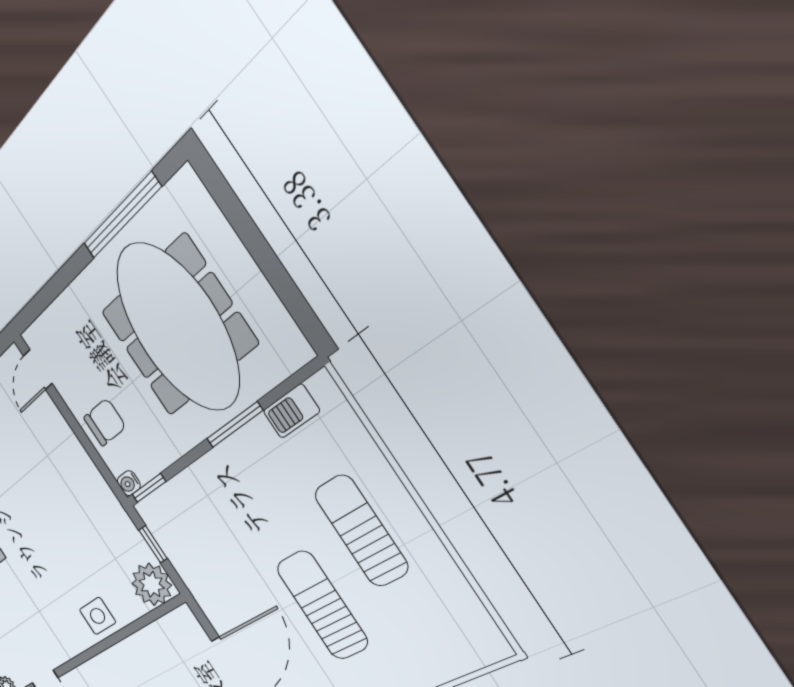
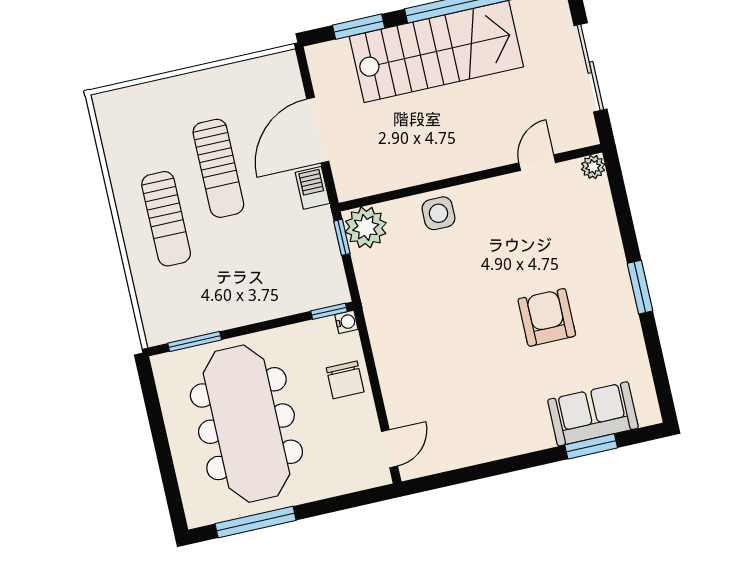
barbecue: (291, 411) -> (312, 188), moved, turned -90
chair: (105, 422) -> (345, 380), turned -90
window: (234, 425) -> (195, 341), moved
window: (153, 544) -> (342, 237), moved

